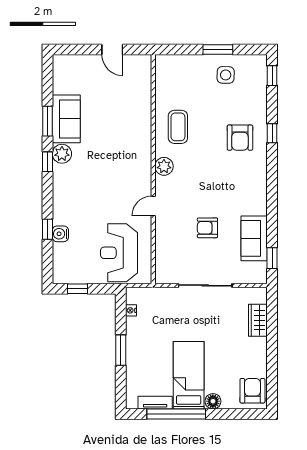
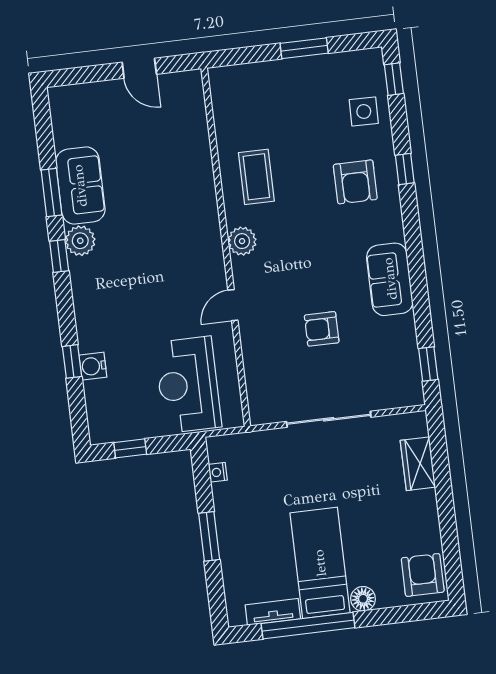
side table: (226, 75) -> (364, 111), moved
sofa: (254, 238) -> (390, 279), moved

